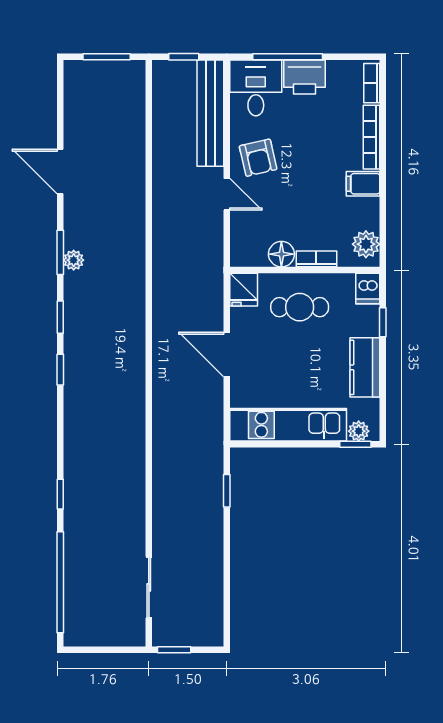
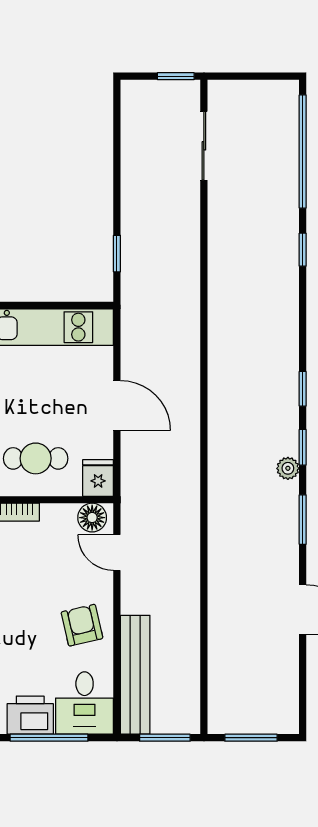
window: (184, 57) -> (165, 738), width x1.50
door: (227, 194) -> (117, 553), moved
floor lamp: (281, 254) -> (92, 518), moved
plant: (74, 260) -> (288, 468), moved

